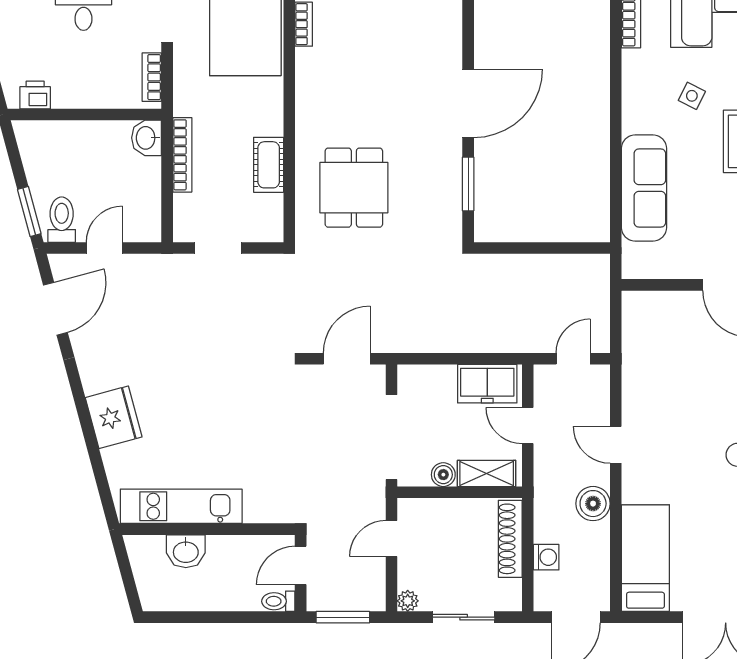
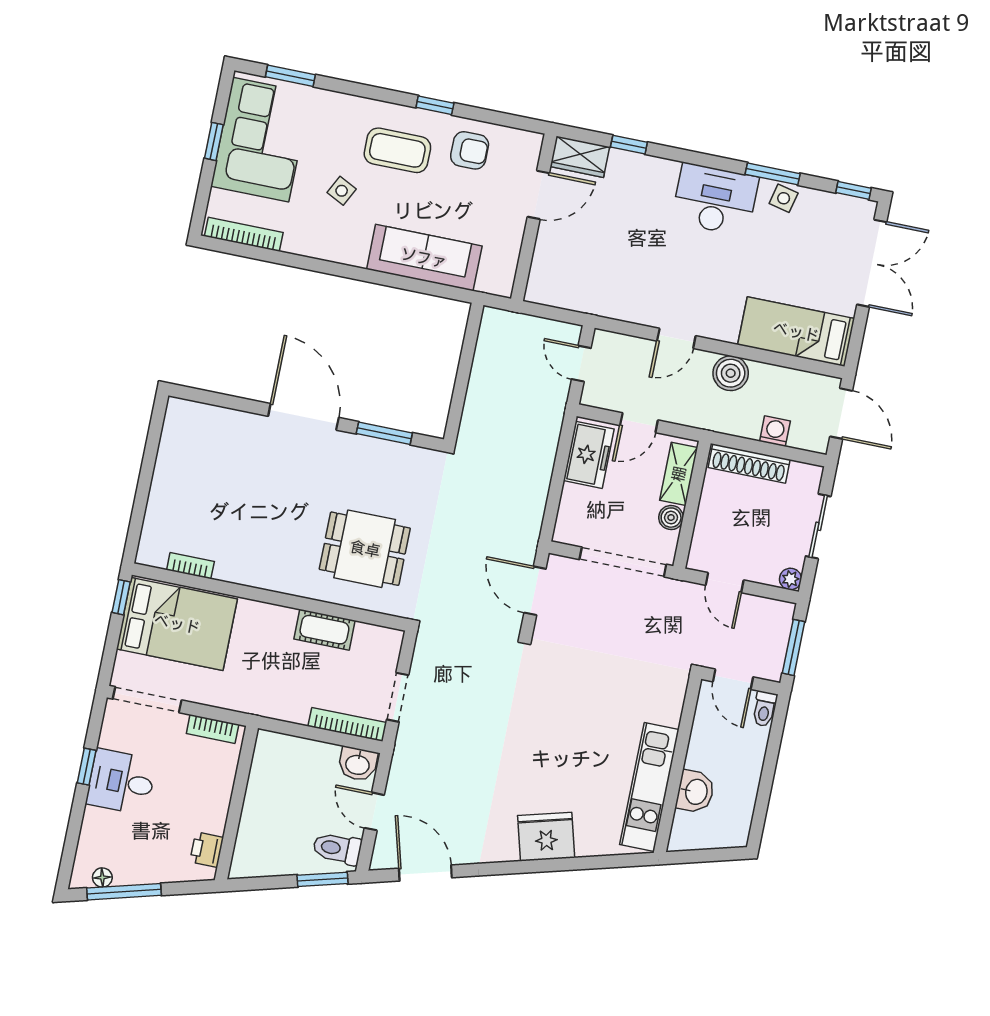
washbasin: (146, 138) -> (358, 764), moved
bookcase: (182, 155) -> (347, 724), moved

